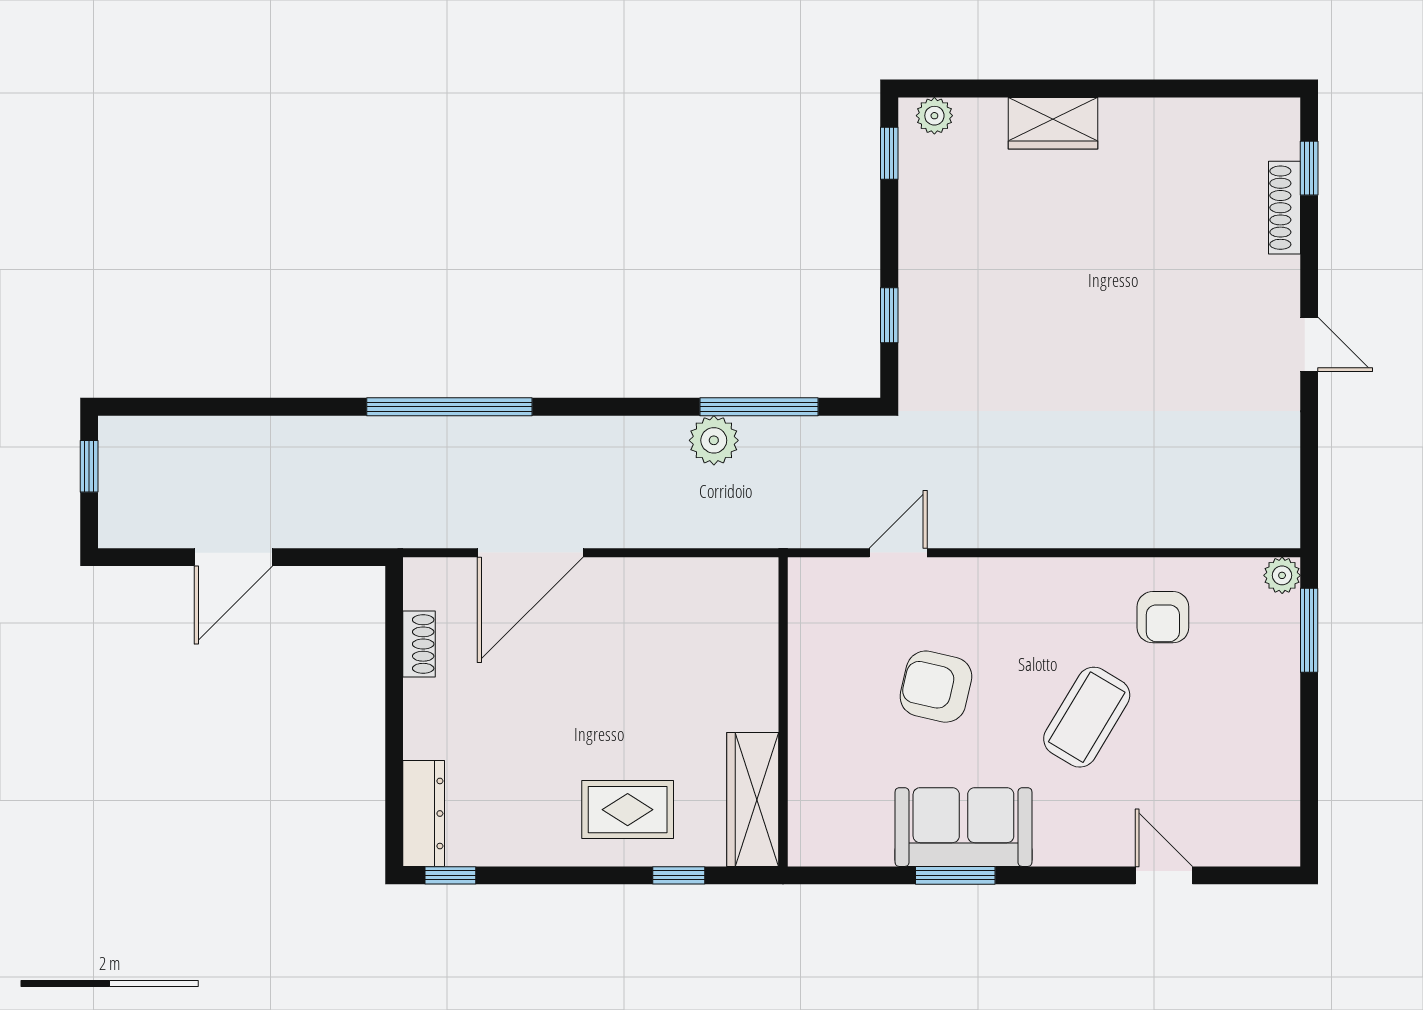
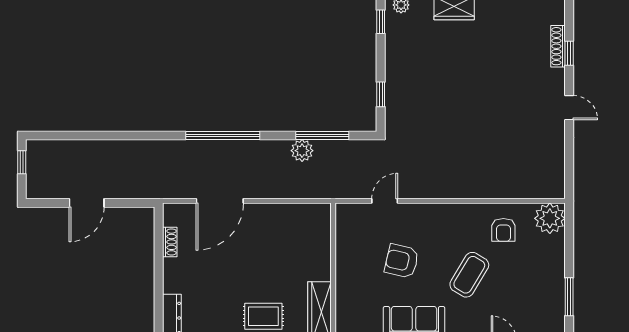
window: (1309, 168) -> (569, 53), moved
window: (449, 407) -> (223, 136), moved
plant: (1282, 575) -> (550, 218), width x1.88, depth x1.88
window: (1309, 630) -> (569, 297), moved

